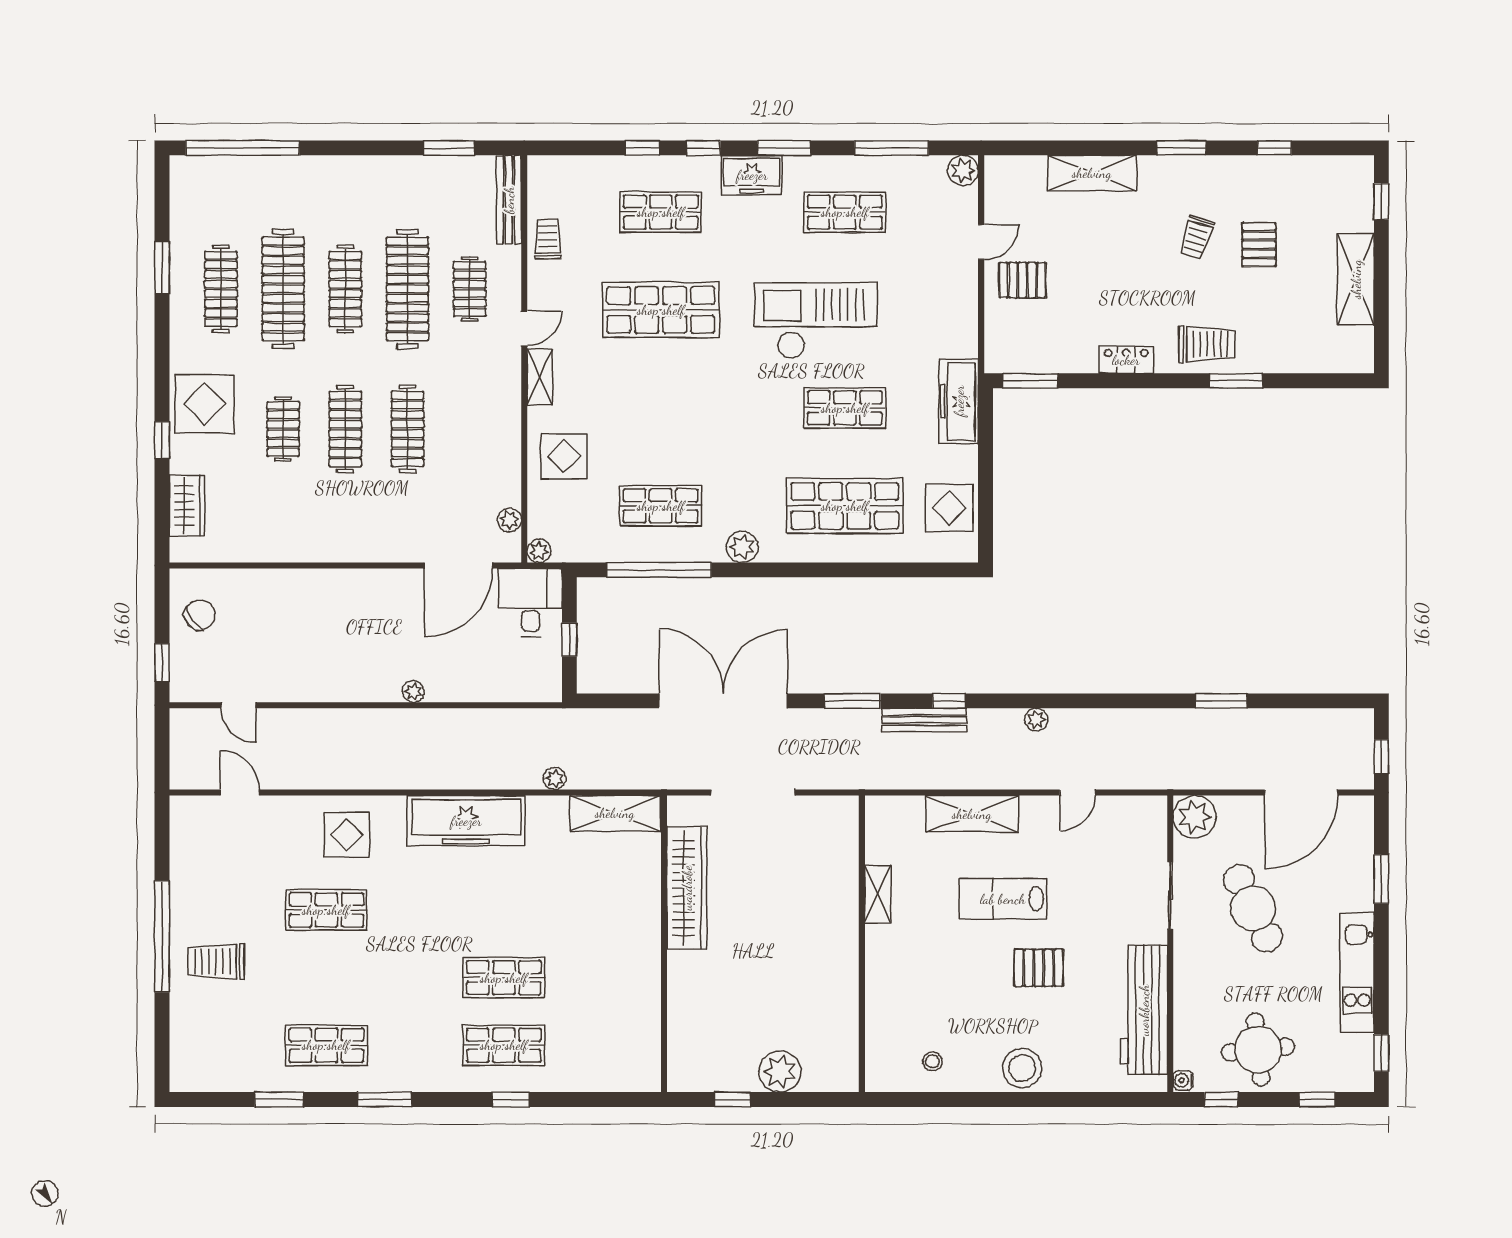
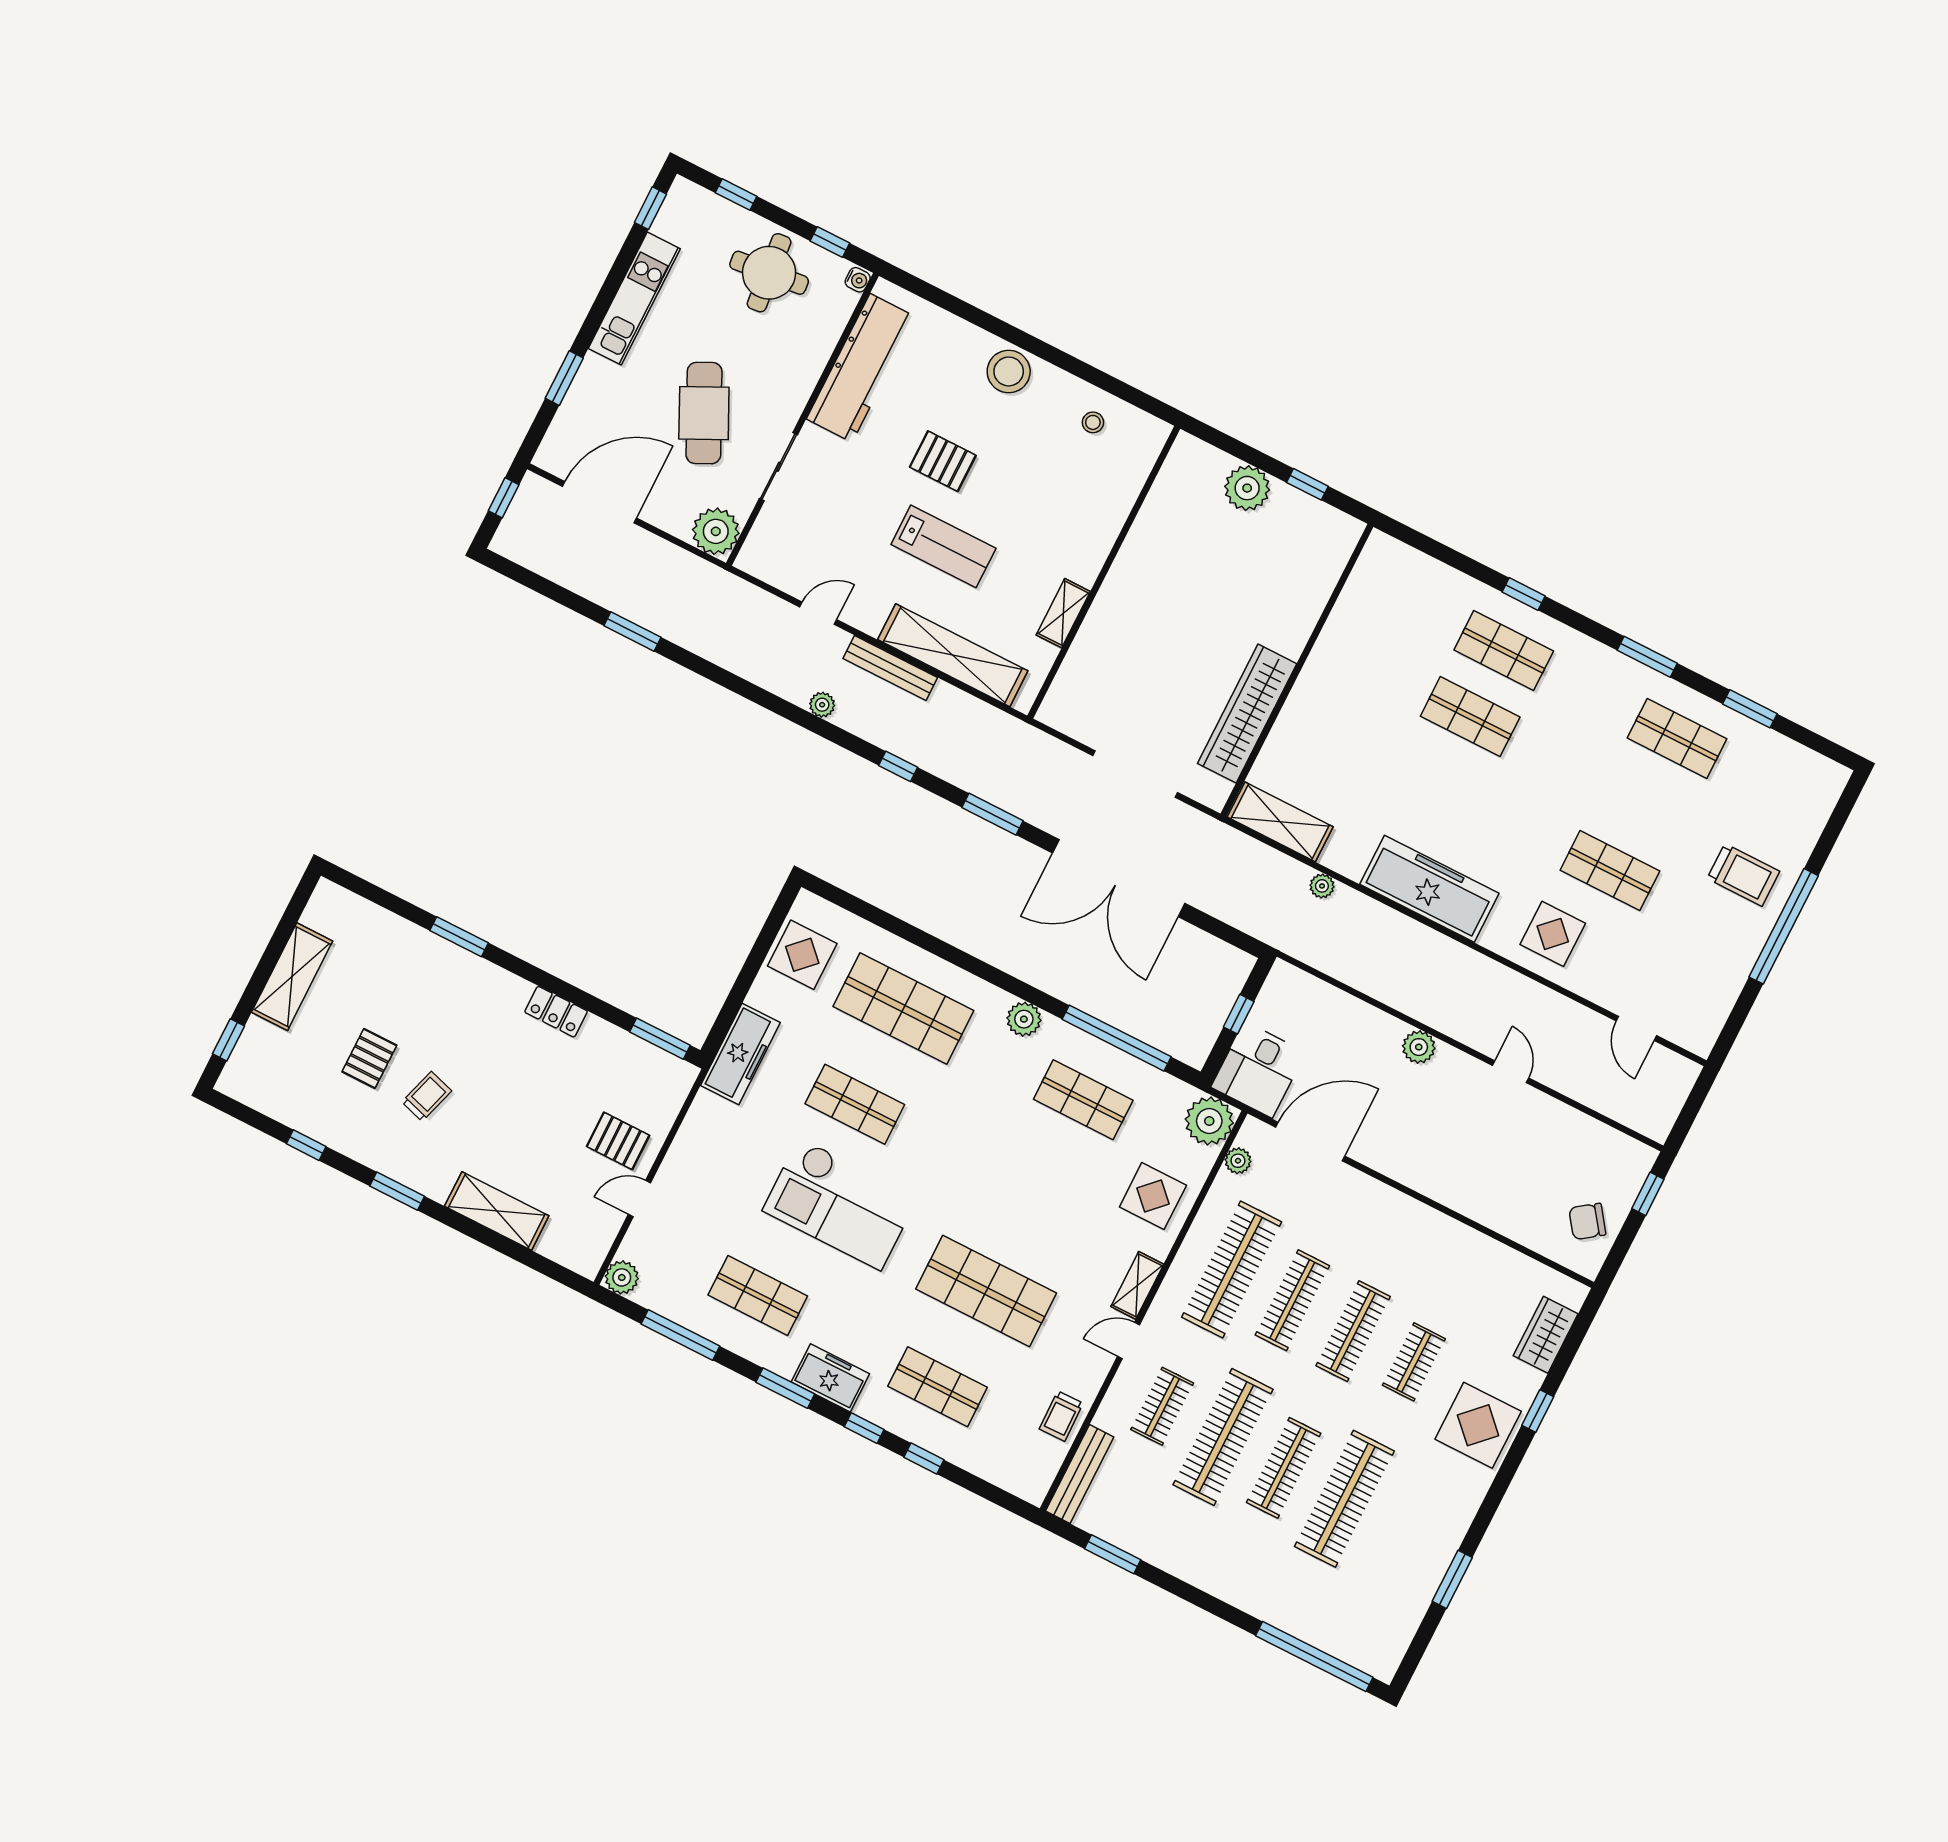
clothes rail: (221, 289) -> (1232, 1269), moved, width x1.37, depth x1.31
trolley: (1207, 344) -> (469, 987), removed
plant: (539, 551) -> (1209, 1121), width x1.88, depth x1.88
plant: (413, 691) -> (1419, 1047), width x1.38, depth x1.38
door: (238, 705) -> (1511, 1072), moved
bench: (924, 720) -> (890, 668), moved
shelving: (972, 814) -> (953, 655), width x1.47

